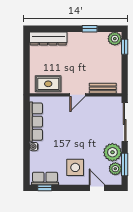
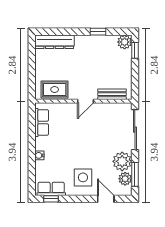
row of seats: (36, 122) -> (42, 122), width x0.68

